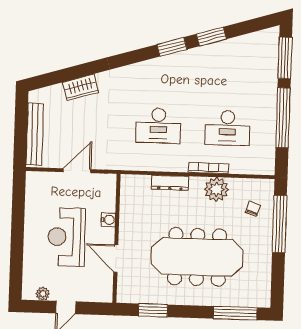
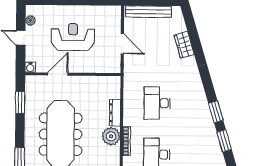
plant: (216, 189) -> (111, 136), moved
water cooler: (108, 220) -> (30, 67), moved

